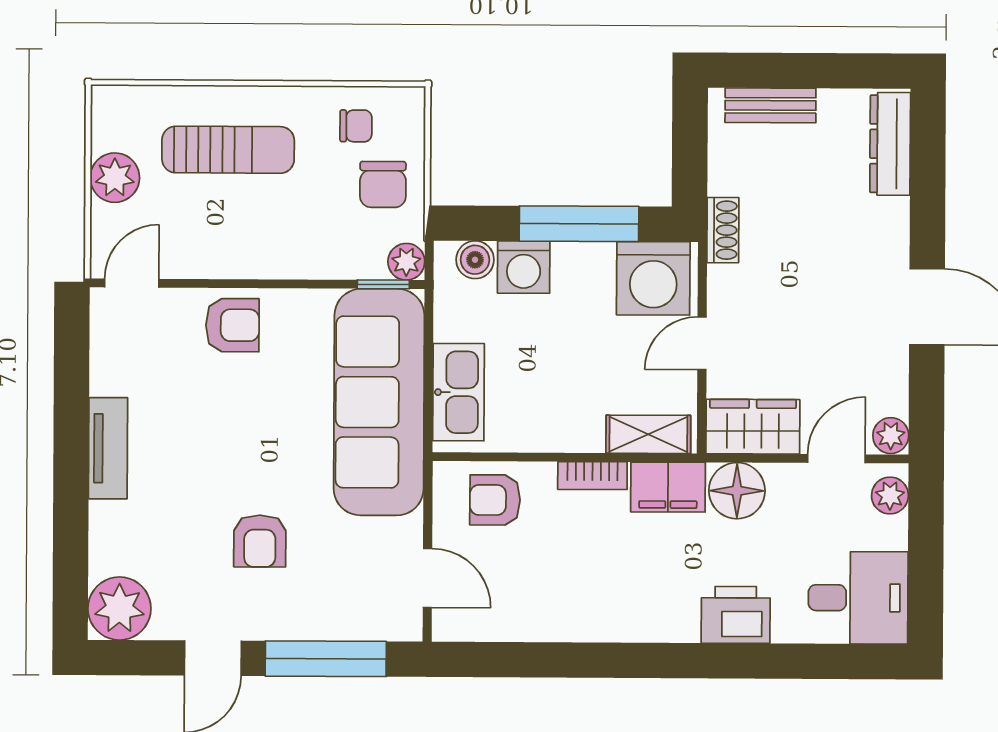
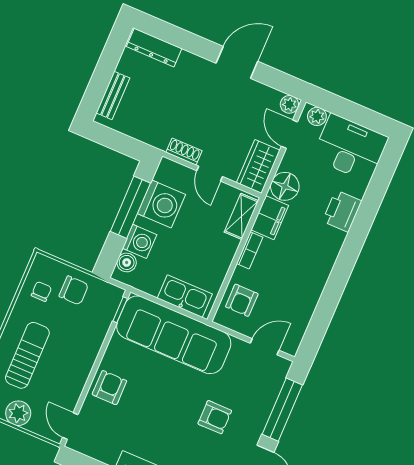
shoe rack: (723, 230) -> (184, 152), moved
plant: (406, 262) -> (114, 295), removed
washing machine: (653, 278) -> (161, 204), moved
desk: (858, 598) -> (350, 148), width x1.37

